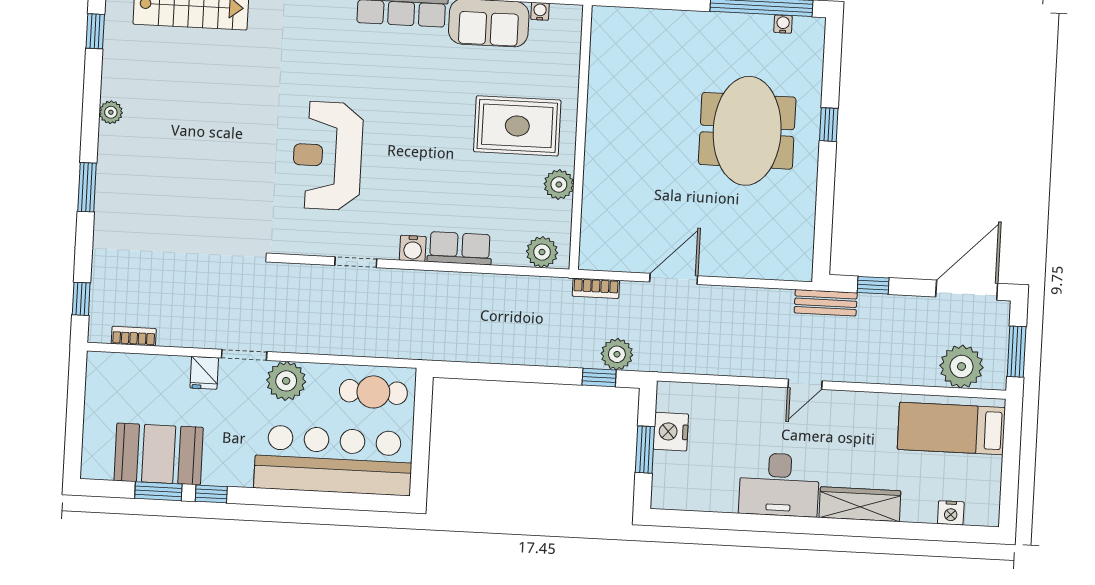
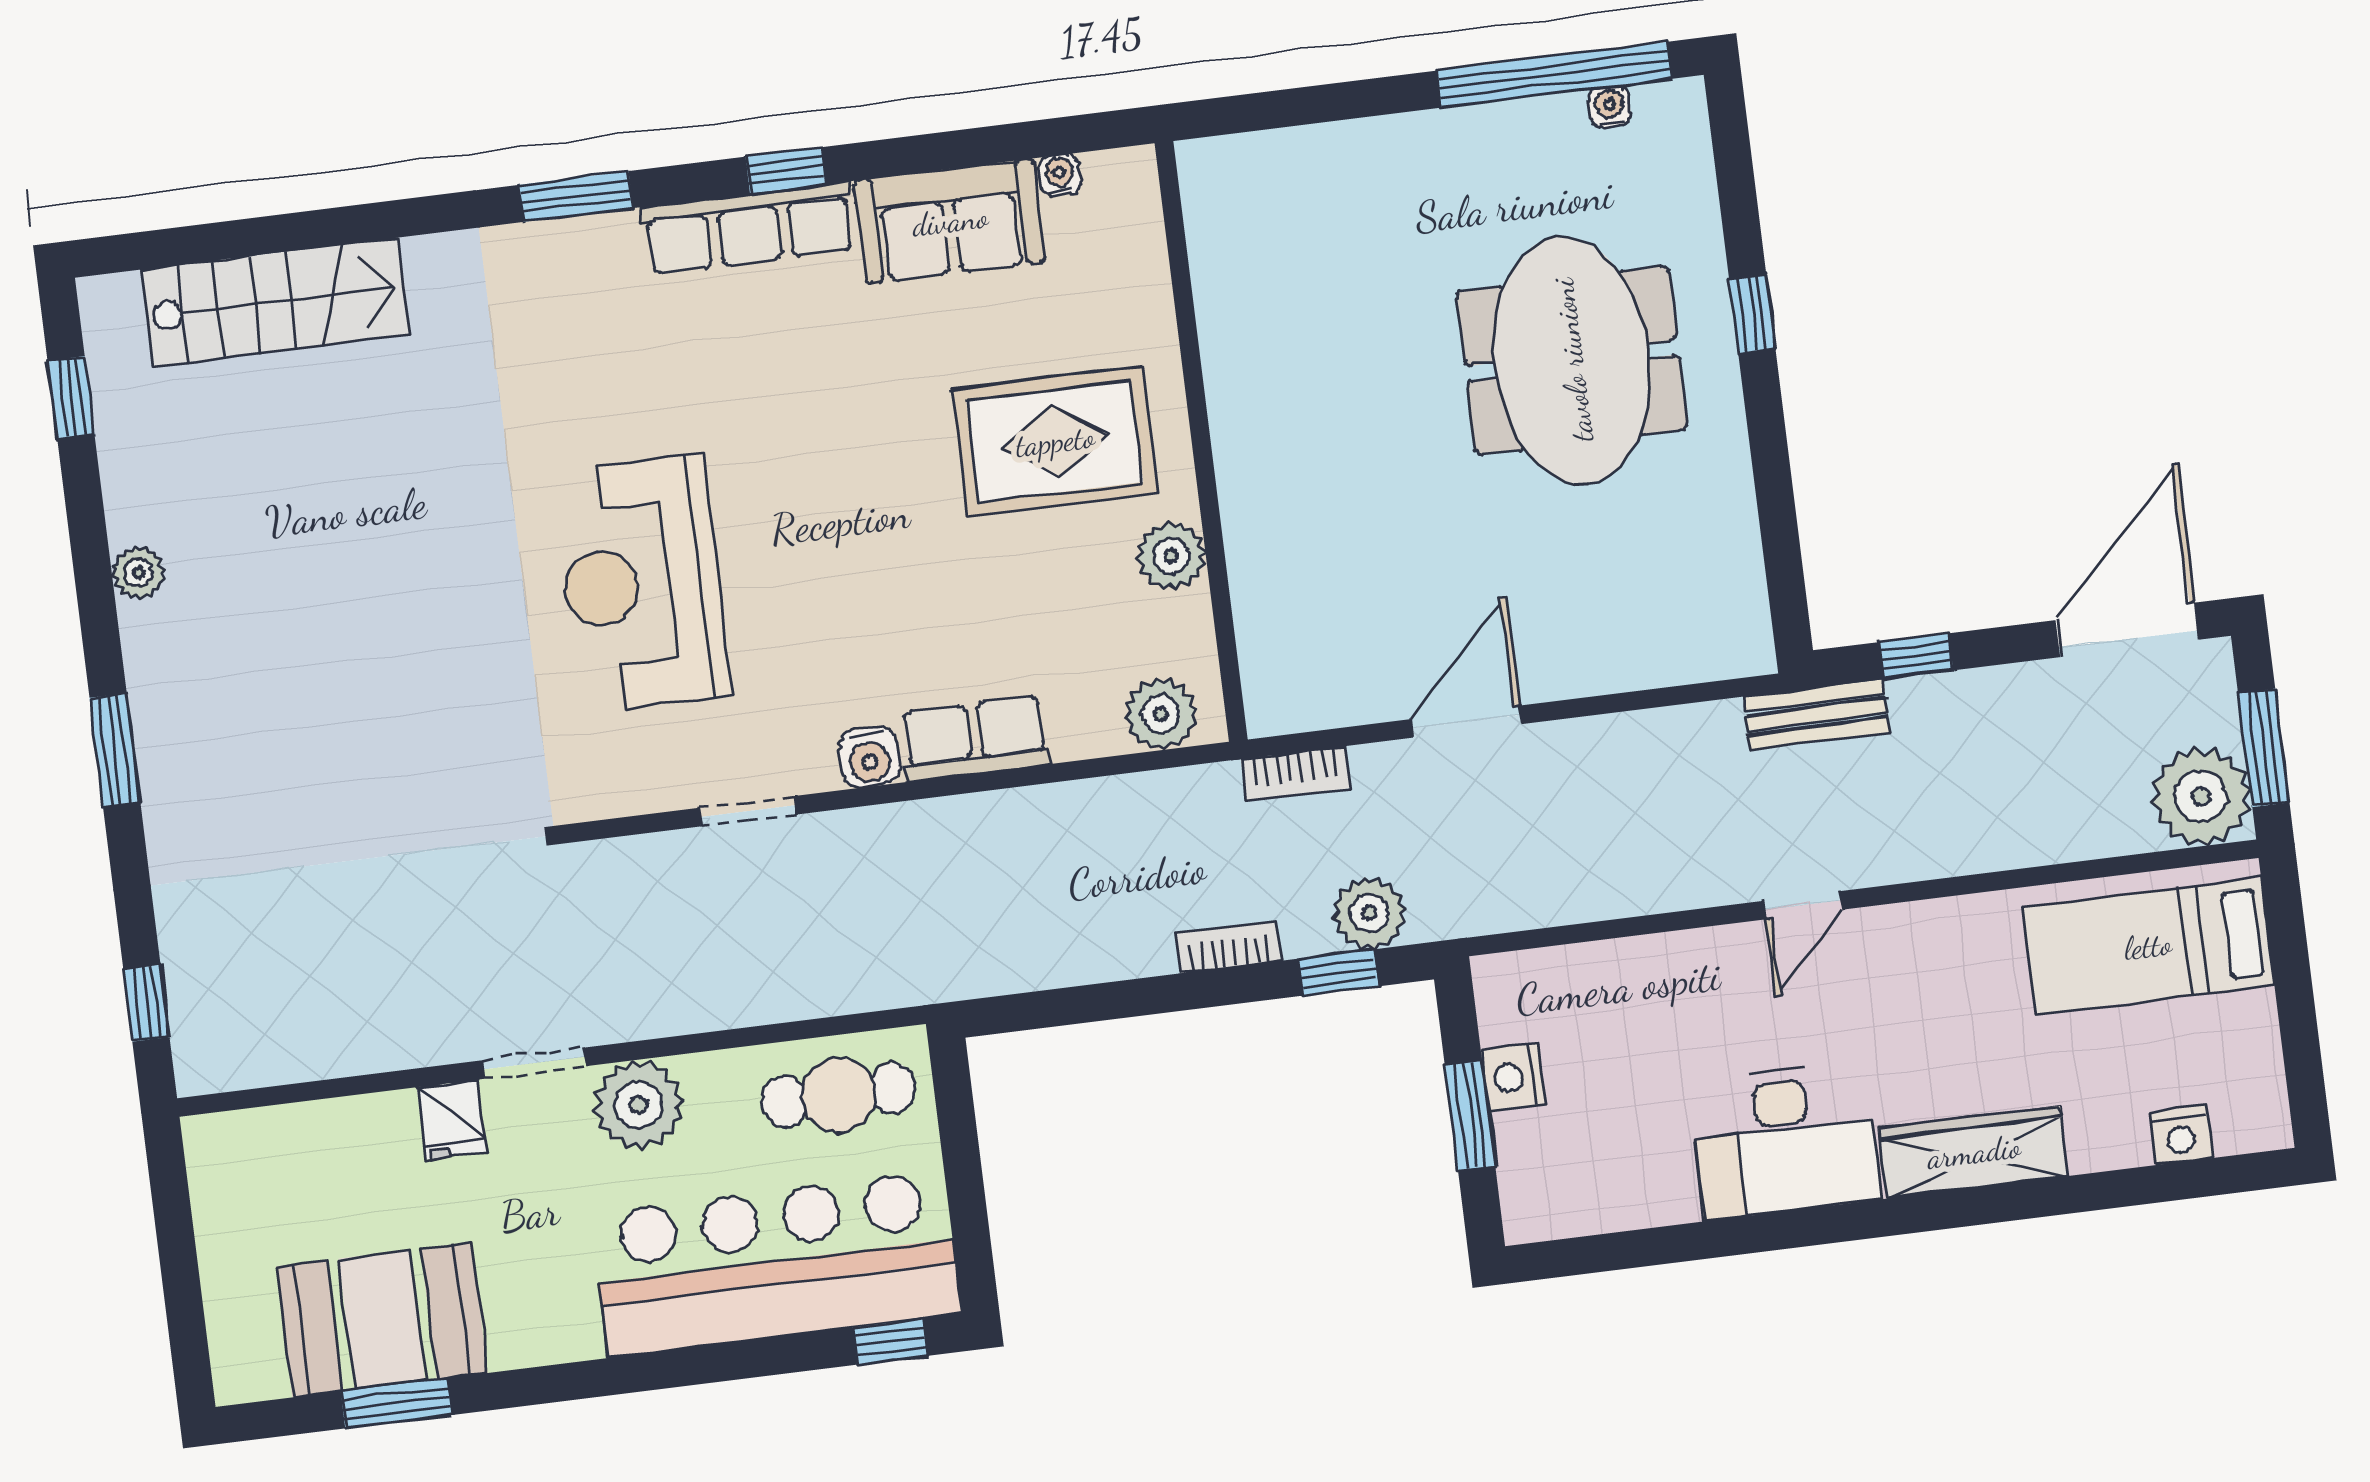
bookcase: (134, 336) -> (1228, 947), moved
plant: (962, 367) -> (2201, 796), moved
nightstand: (671, 432) -> (1513, 1077), width x0.74, depth x0.75
window: (211, 494) -> (890, 1342), moved

